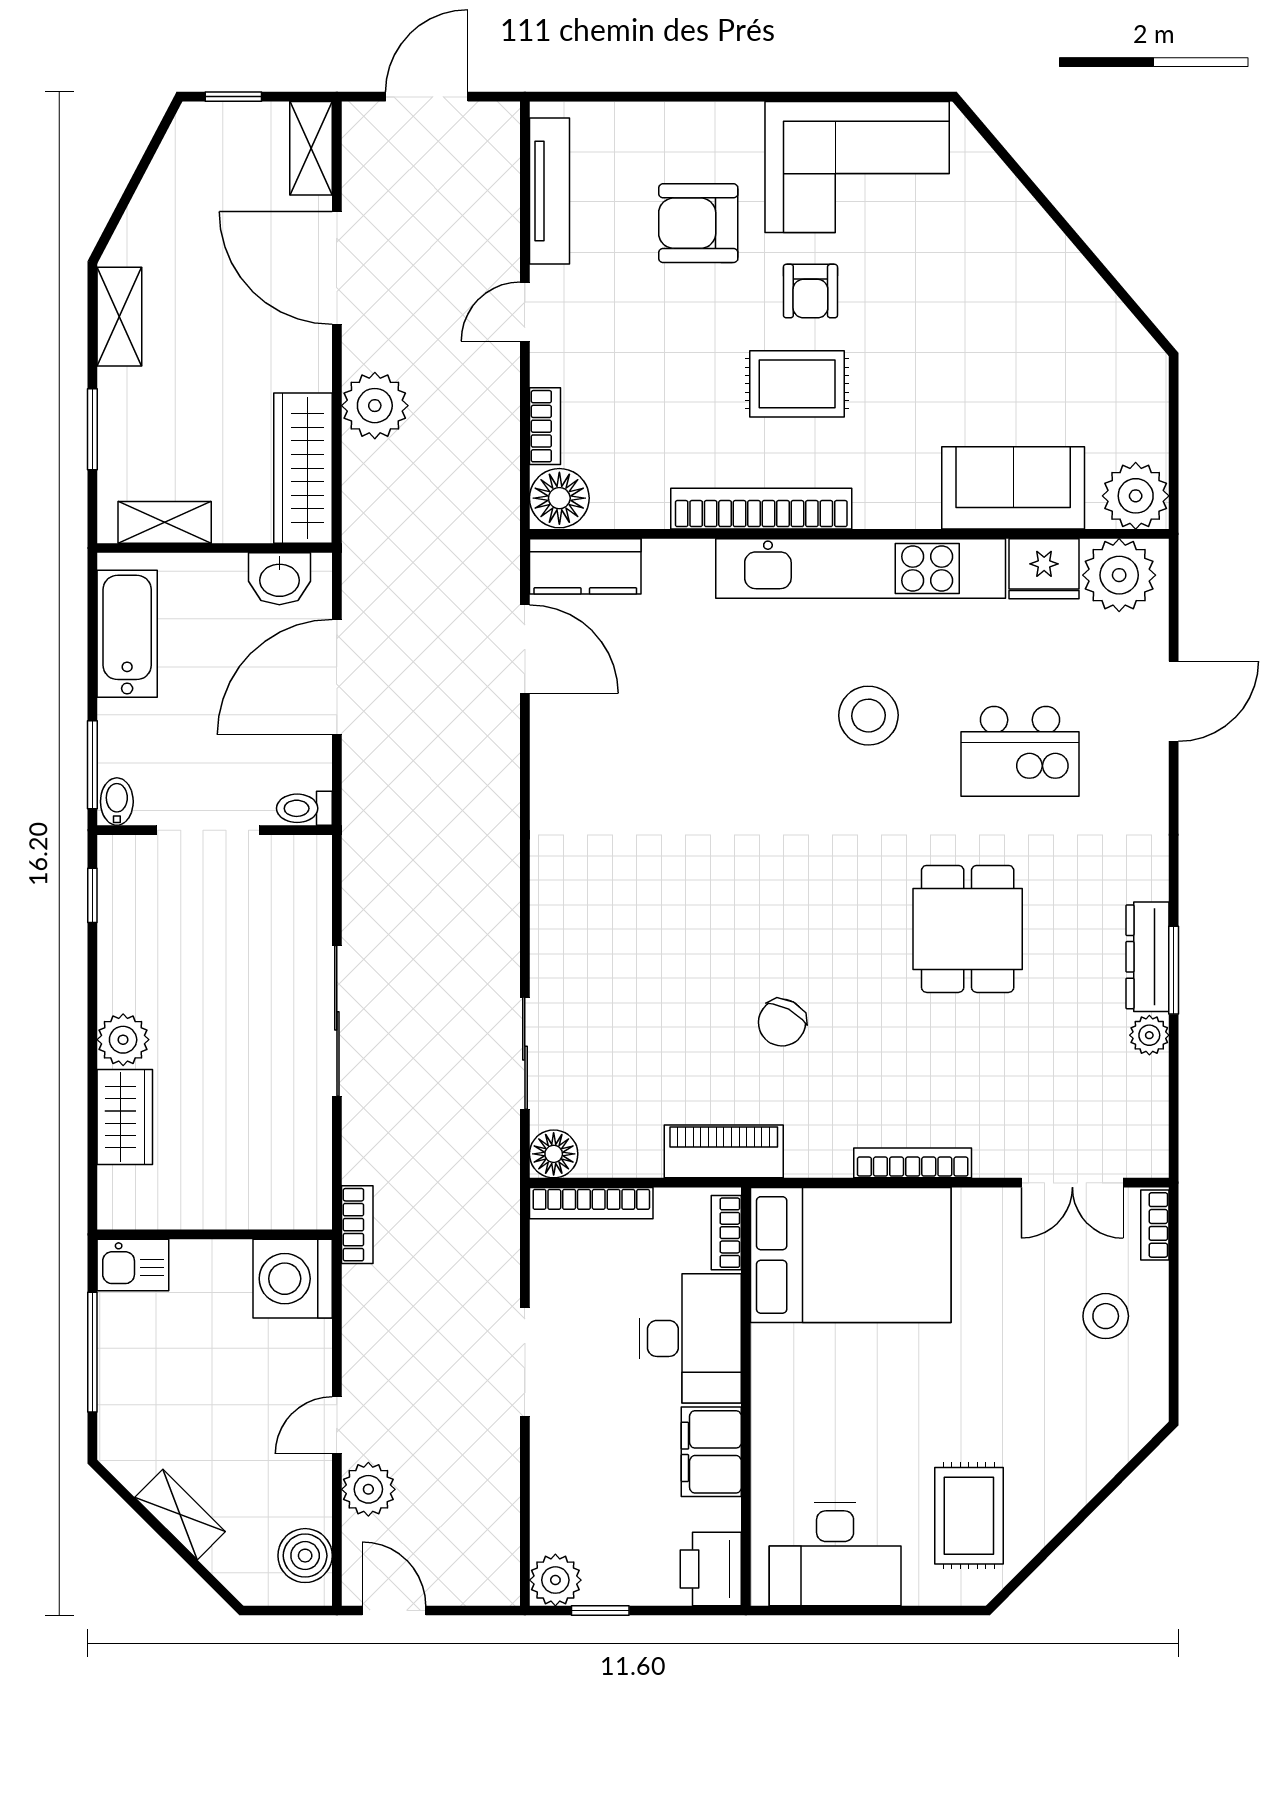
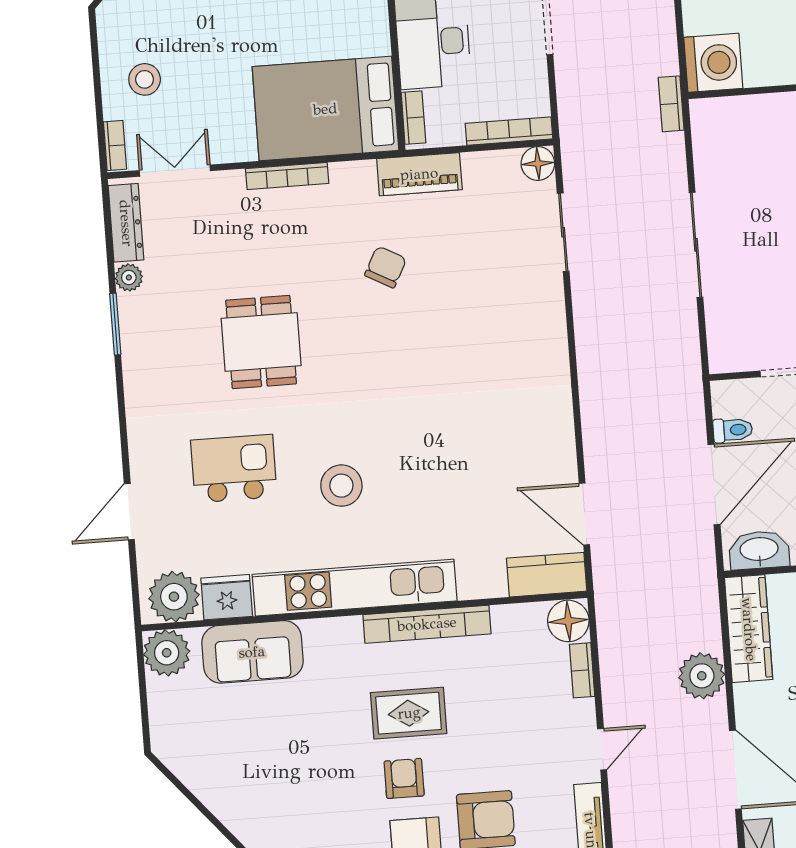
washbasin: (279, 579) -> (759, 550), width x1.38
toilet: (304, 808) -> (733, 430), moved
dresser: (1148, 957) -> (126, 223), moved

